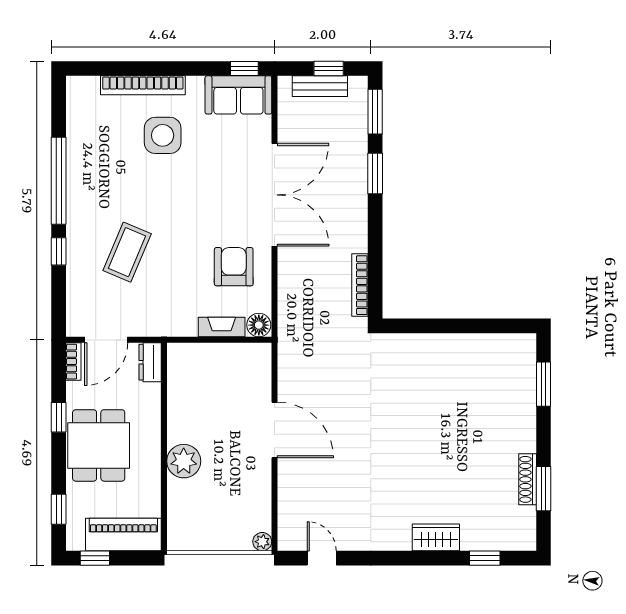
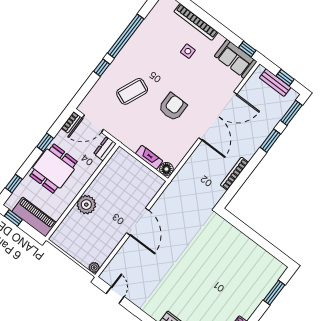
side table: (163, 135) -> (188, 51), width x0.54, depth x0.54
armchair: (234, 267) -> (173, 107), moved
bookcase: (360, 285) -> (234, 174), moved

